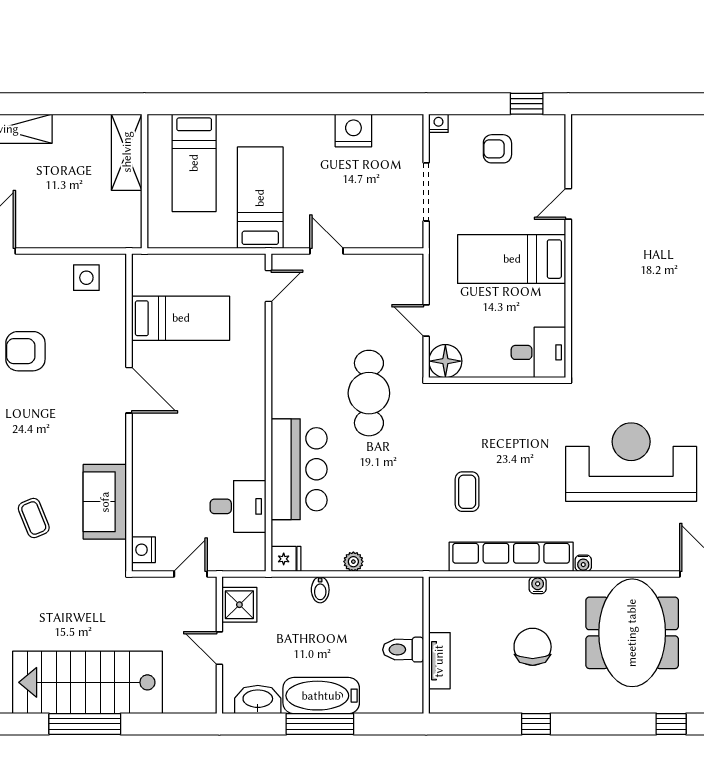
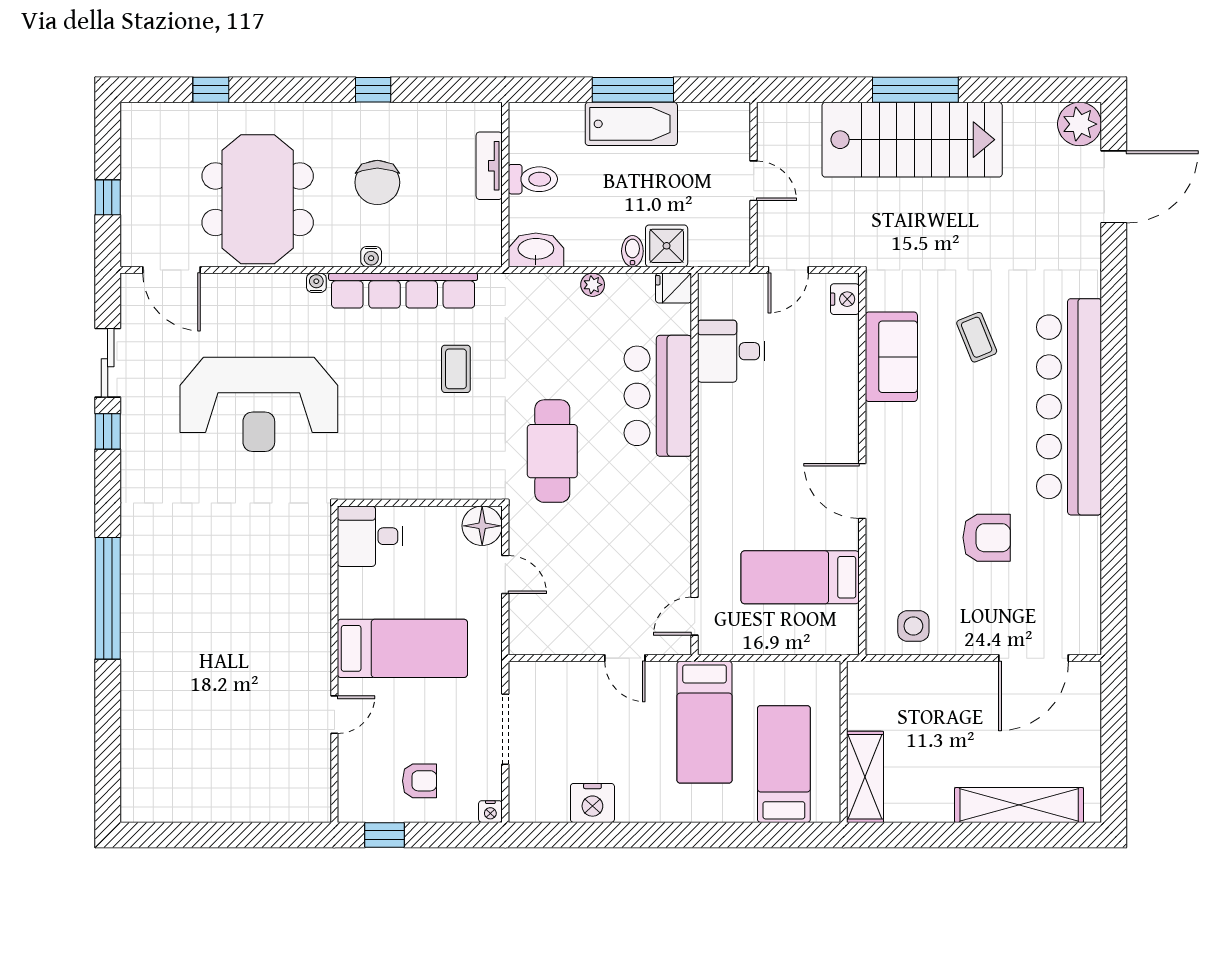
cafe table: (369, 393) -> (552, 451), moved
shower: (239, 605) -> (667, 246), moved
washbasin: (258, 700) -> (536, 250), moved, turned 180

